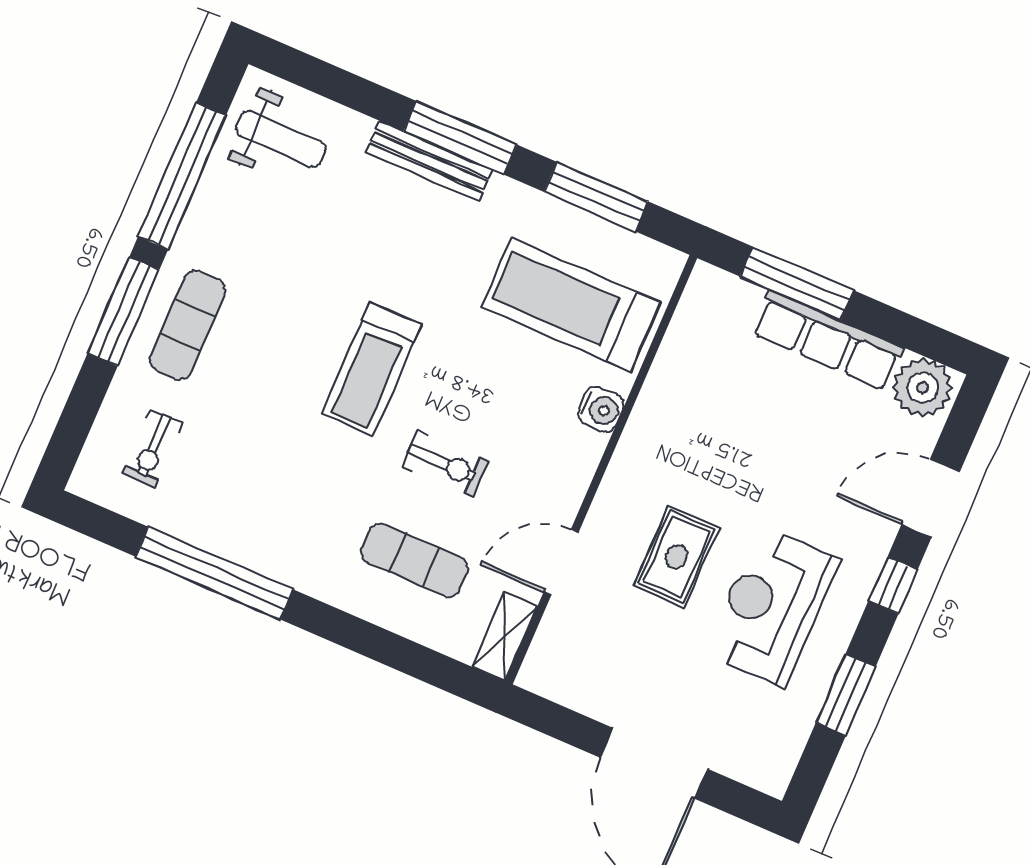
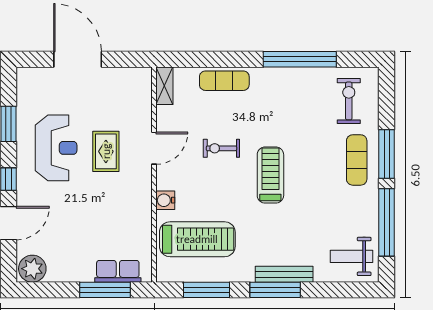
row of seats: (828, 340) -> (118, 271), moved, width x0.68
exercise bike: (153, 449) -> (349, 101), width x1.38, depth x1.39
exercise mat: (414, 560) -> (224, 81), moved
door: (561, 562) -> (154, 148), moved

